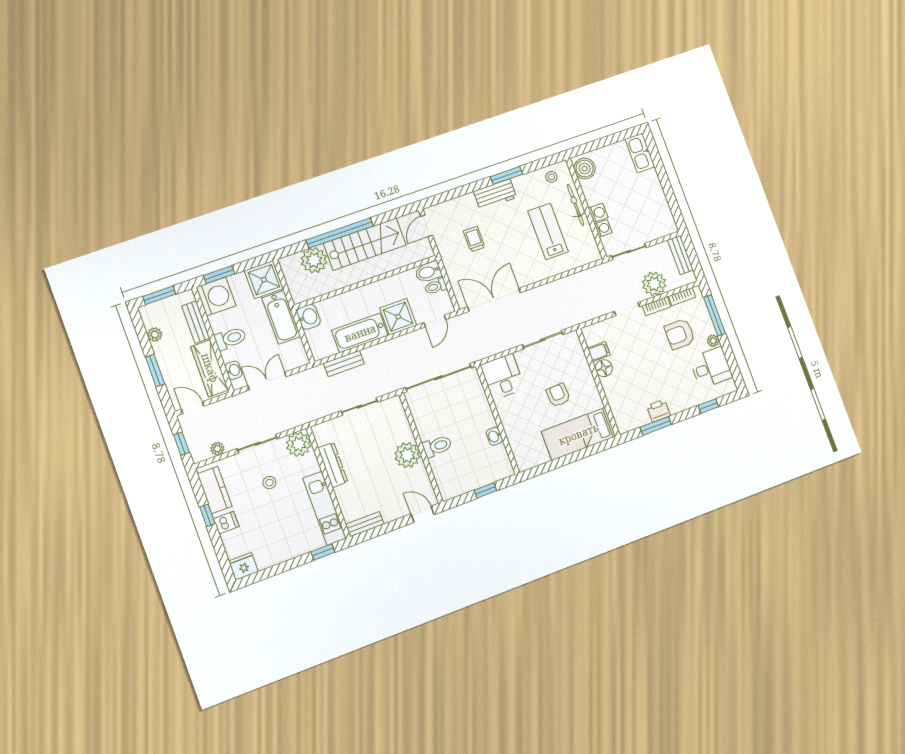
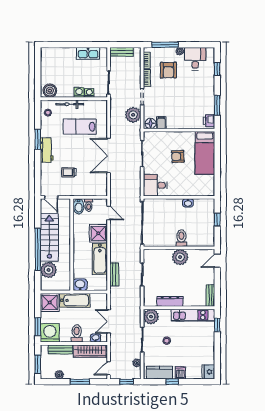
kitchen sink: (640, 153) -> (88, 53), moved
plant: (654, 284) -> (133, 115), moved
double door: (494, 300) -> (109, 156), moved
floor lamp: (604, 368) -> (150, 123), moved
printer: (658, 411) -> (209, 121), moved

